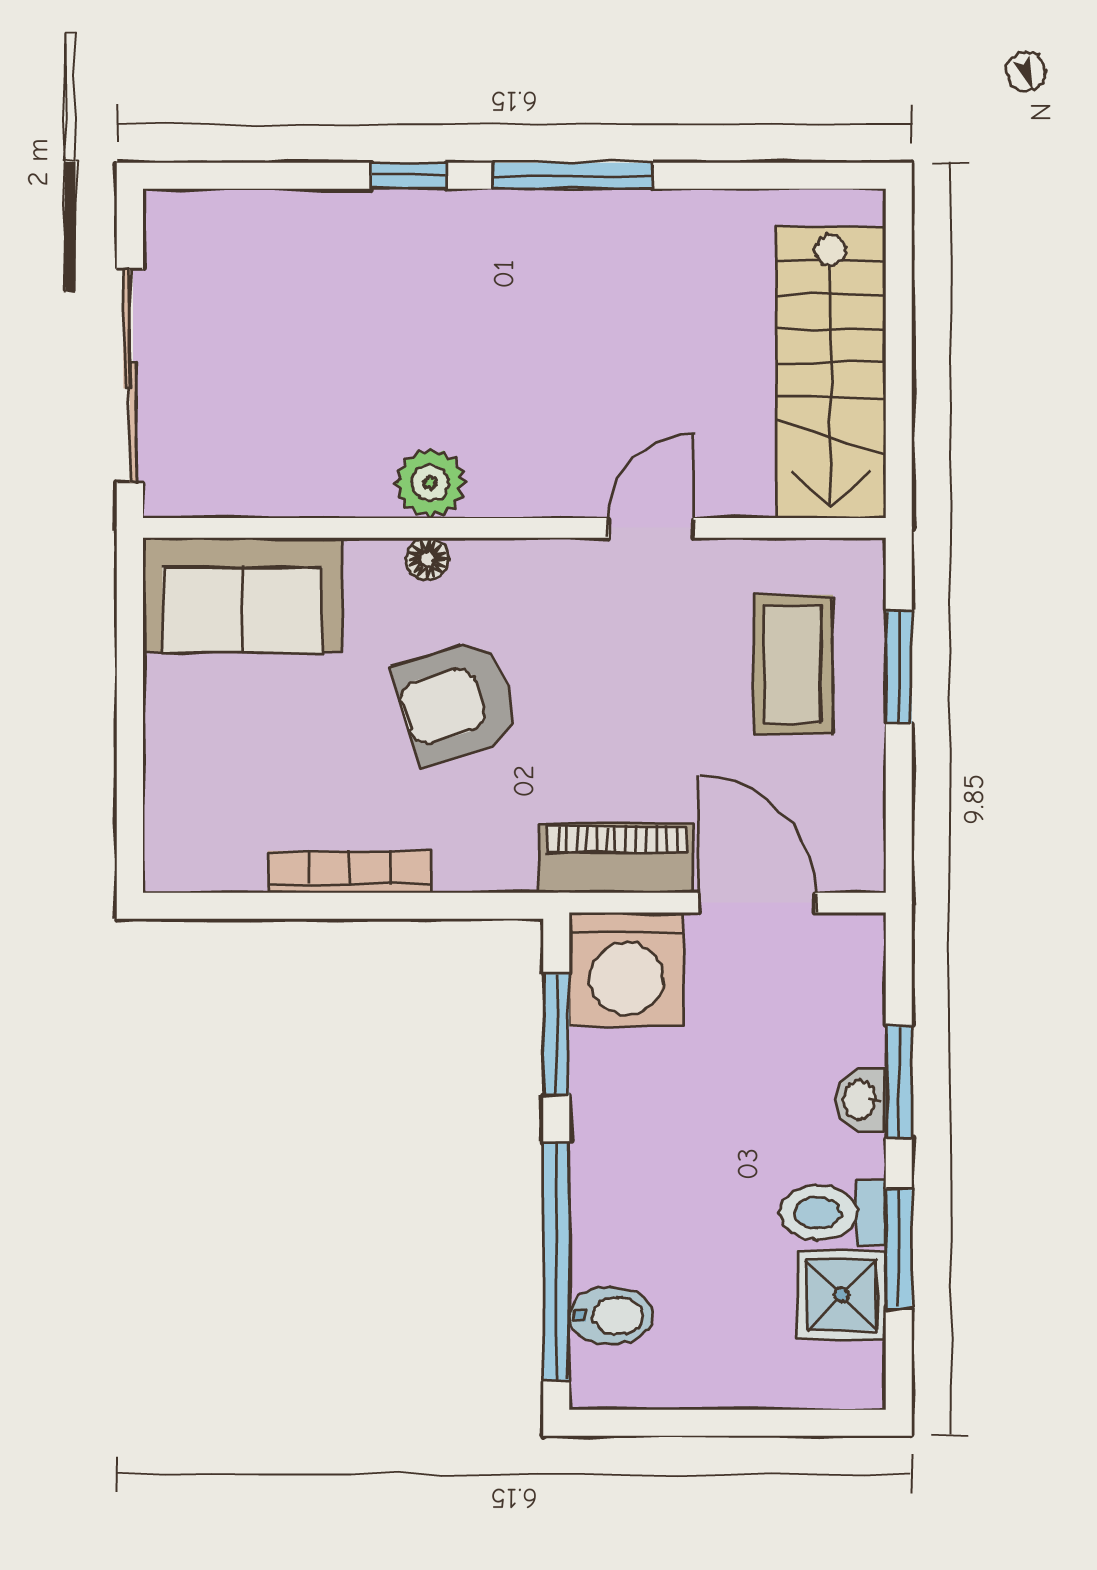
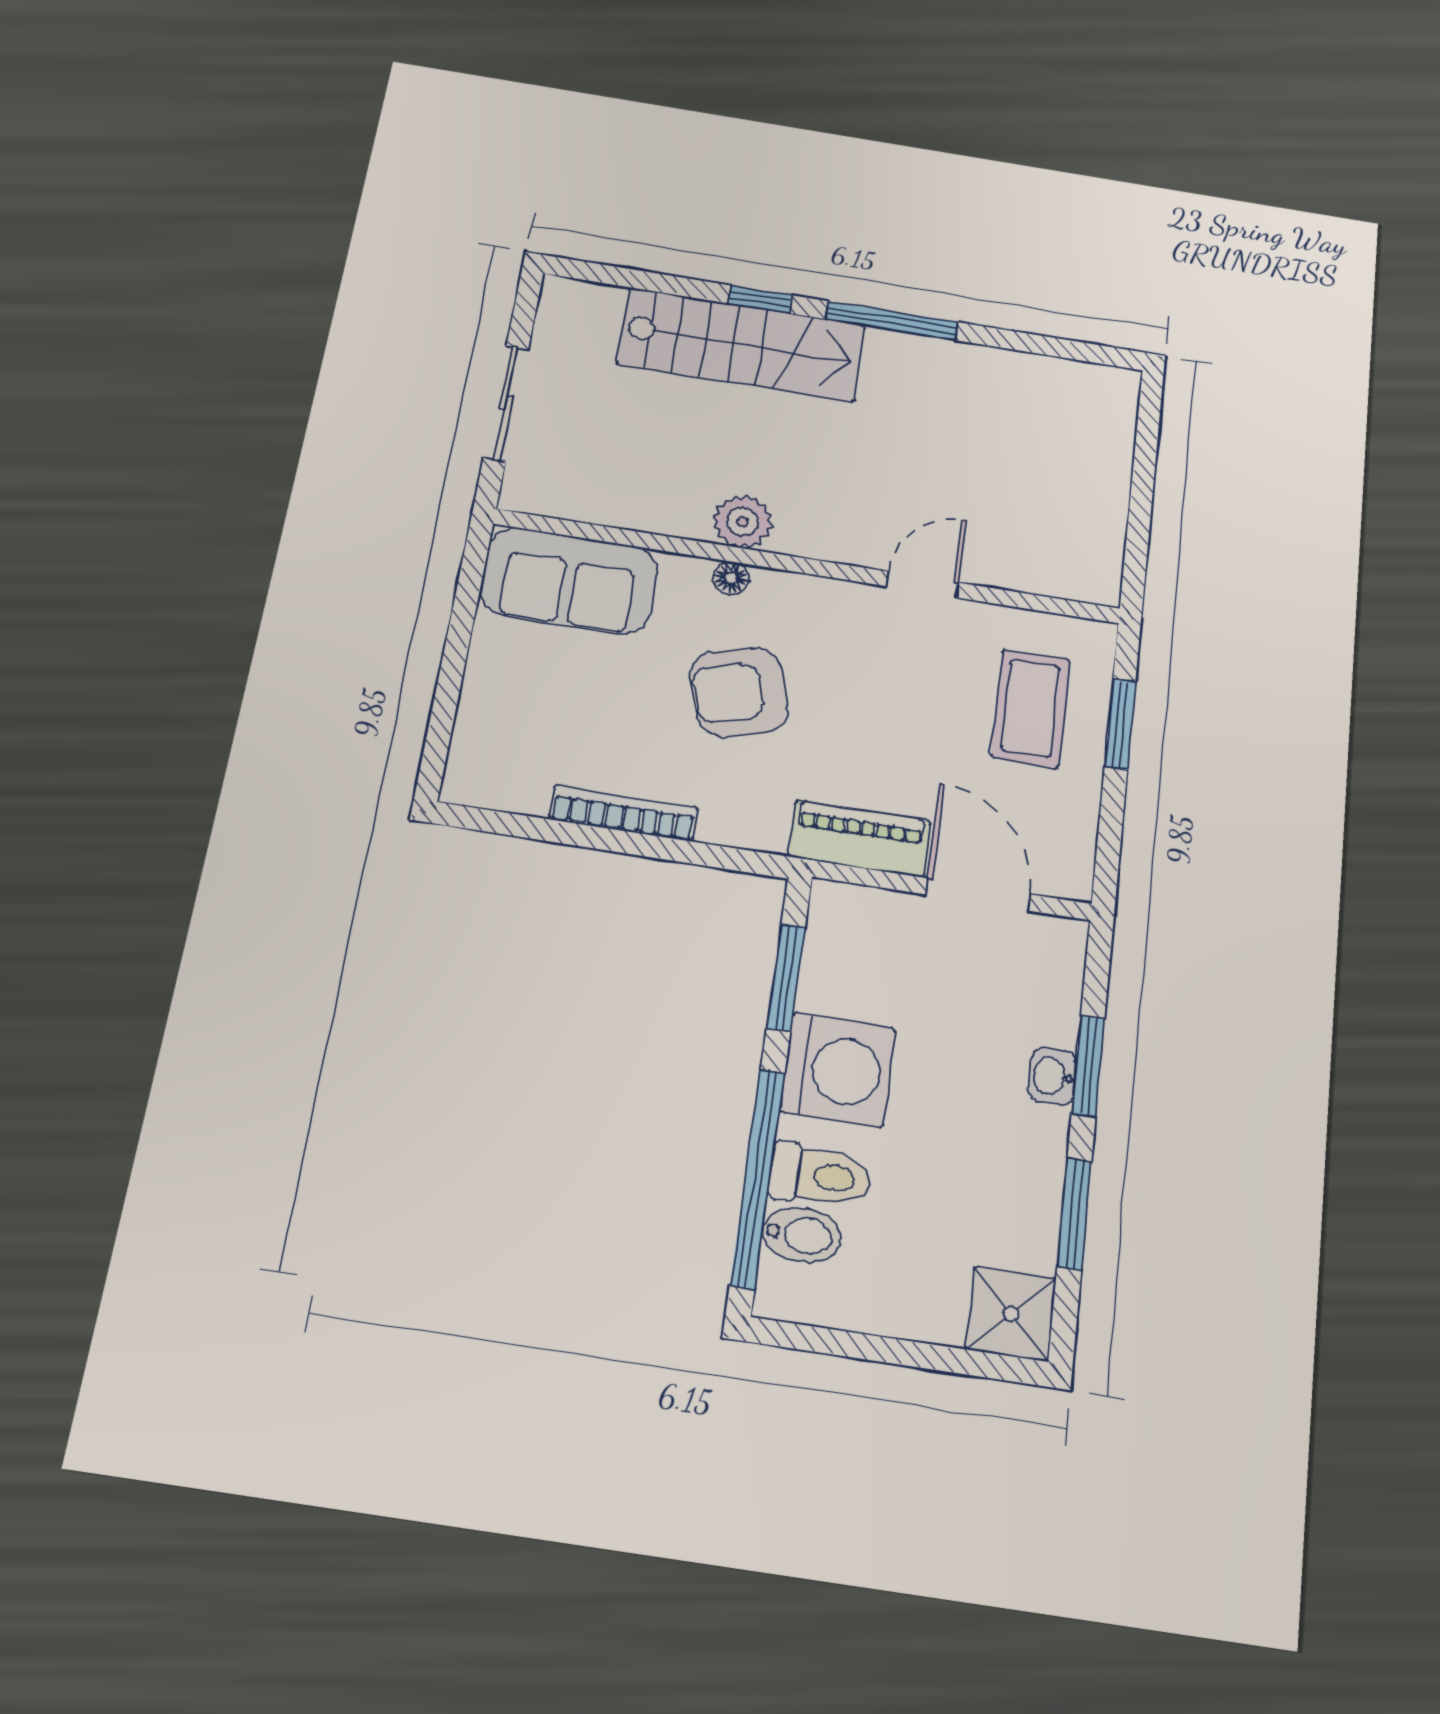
stairs: (831, 372) -> (741, 345), moved, turned -90
sliding door: (130, 376) -> (506, 403), width x0.73
washing machine: (626, 969) -> (838, 1070), moved, turned -90
toilet: (833, 1213) -> (820, 1176), moved, turned 180
shower: (841, 1295) -> (1011, 1314), moved

